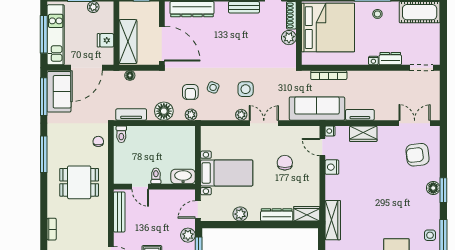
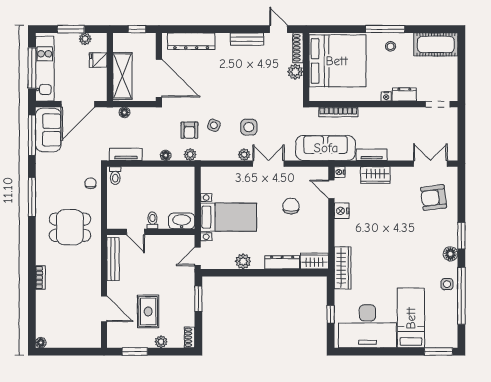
fridge: (105, 40) -> (98, 60), moved
floor lamp: (164, 111) -> (166, 155), width x0.53, depth x0.53
floor lamp: (433, 188) -> (450, 254), moved
plant: (188, 235) -> (187, 284), removed

